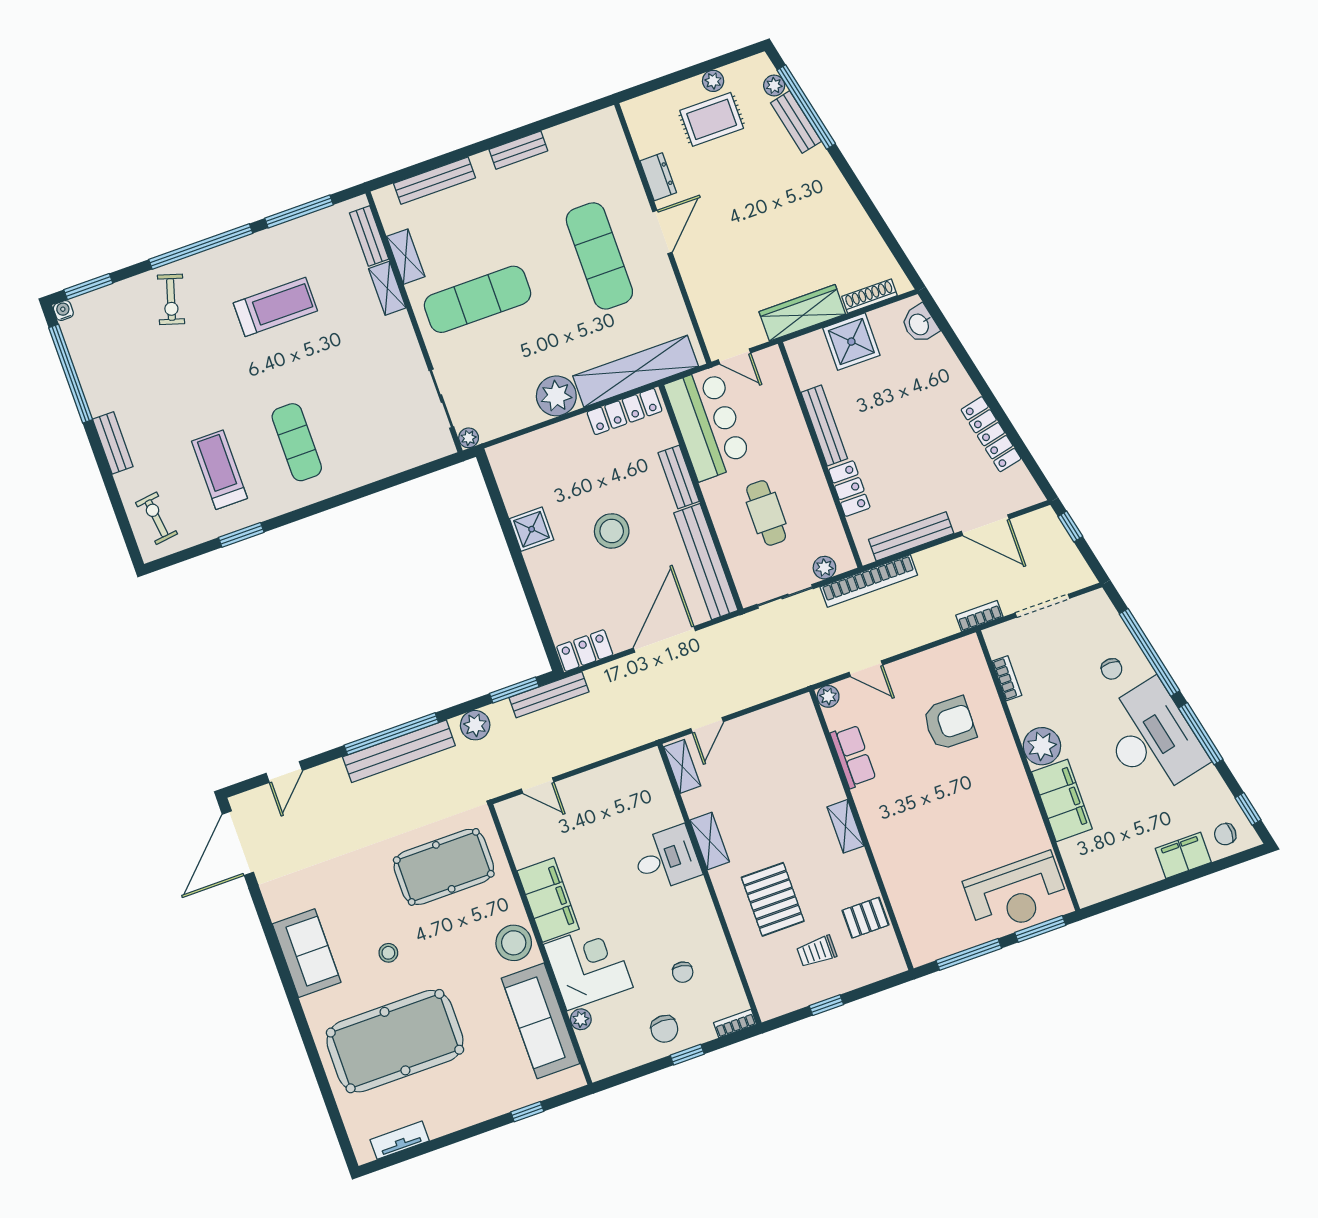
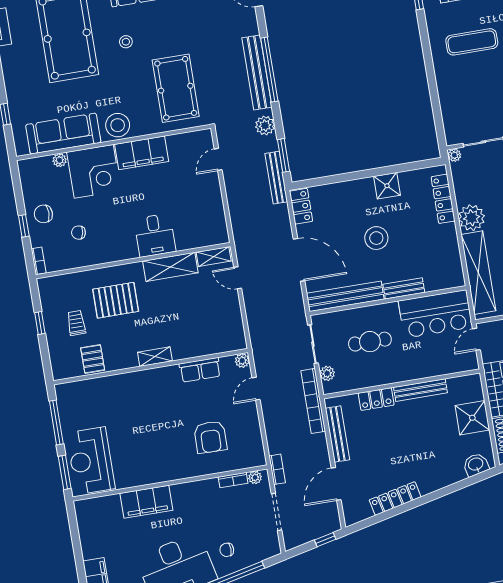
locker: (625, 411) -> (443, 199), moved
plant: (1042, 746) -> (255, 477), moved, width x0.53, depth x0.53
shelving: (710, 841) -> (170, 267), width x1.50, depth x1.33

